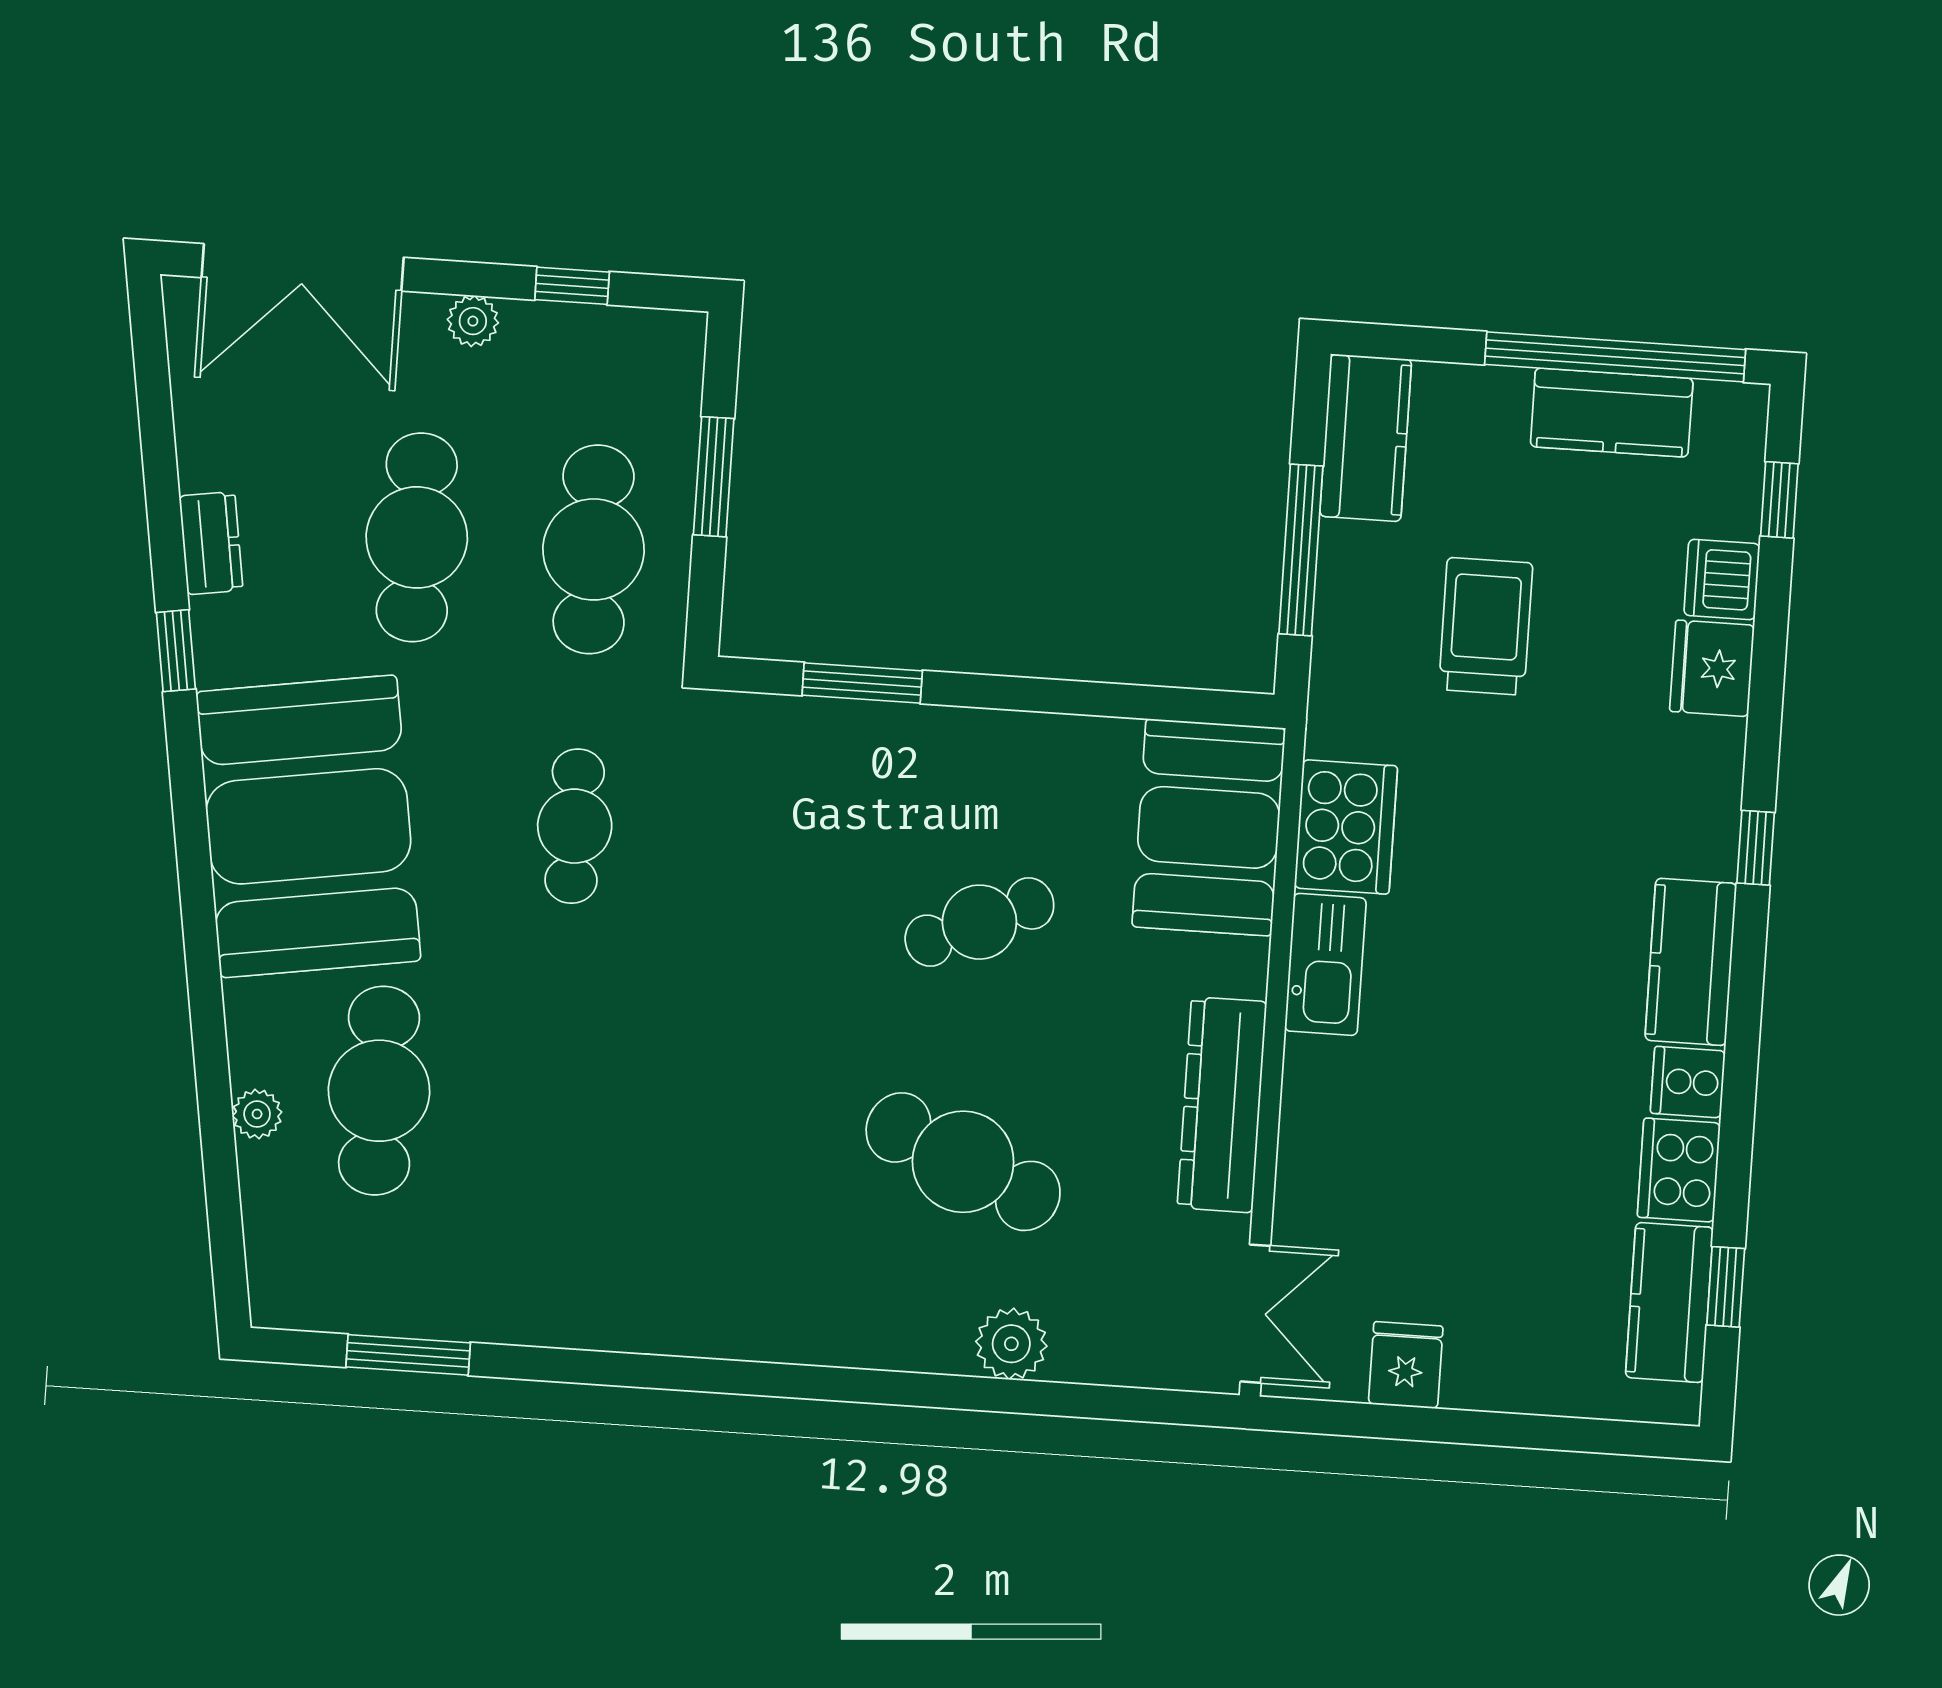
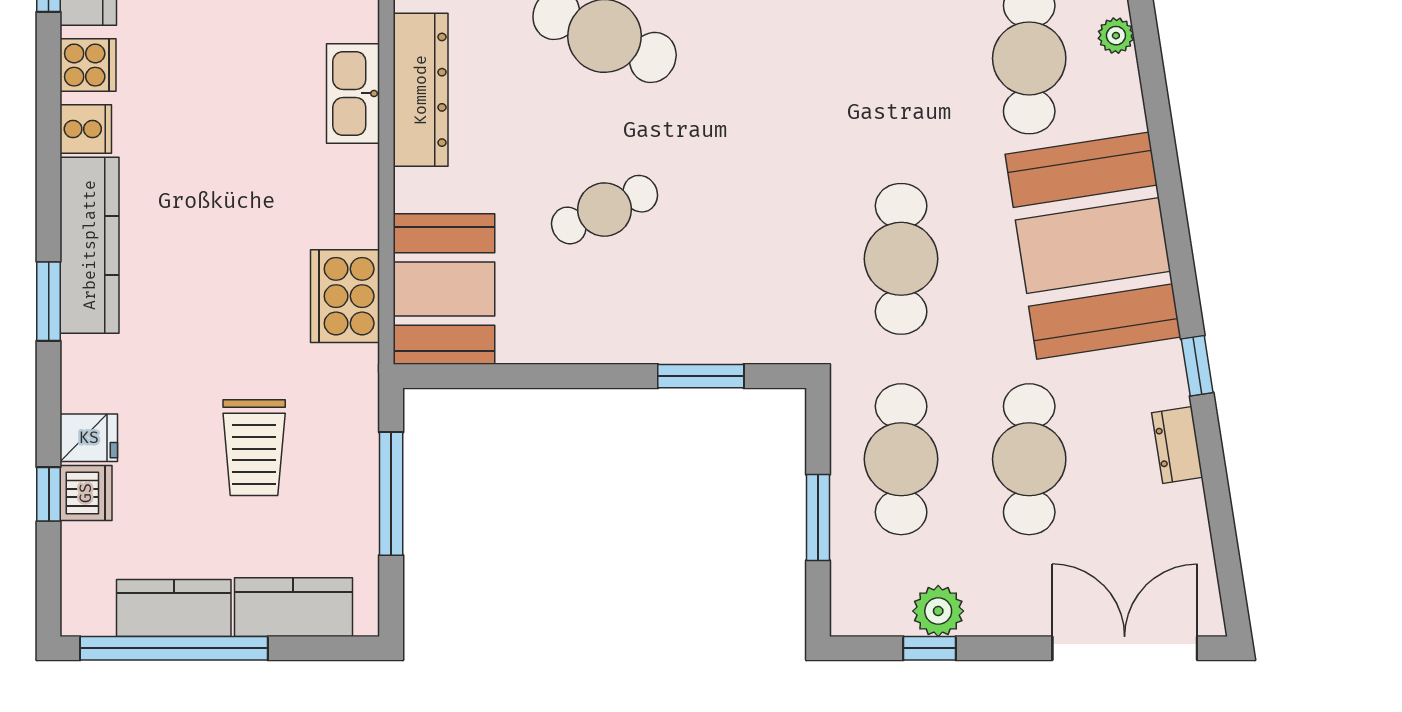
plant: (473, 321) -> (938, 611), moved, width x1.38, depth x1.38
kitchen counter: (1366, 438) -> (293, 607), moved, turned 90
window: (1779, 500) -> (49, 494), moved
fridge: (1712, 668) -> (89, 438), width x0.72
cafe table: (575, 826) -> (901, 259), width x1.37, depth x1.35
window: (1756, 848) -> (49, 301), width x1.50
kitchen counter: (1691, 962) -> (90, 245), width x1.50
kitchen sink: (1325, 964) -> (353, 93), moved
cooker: (1679, 1170) -> (88, 65), width x0.73

